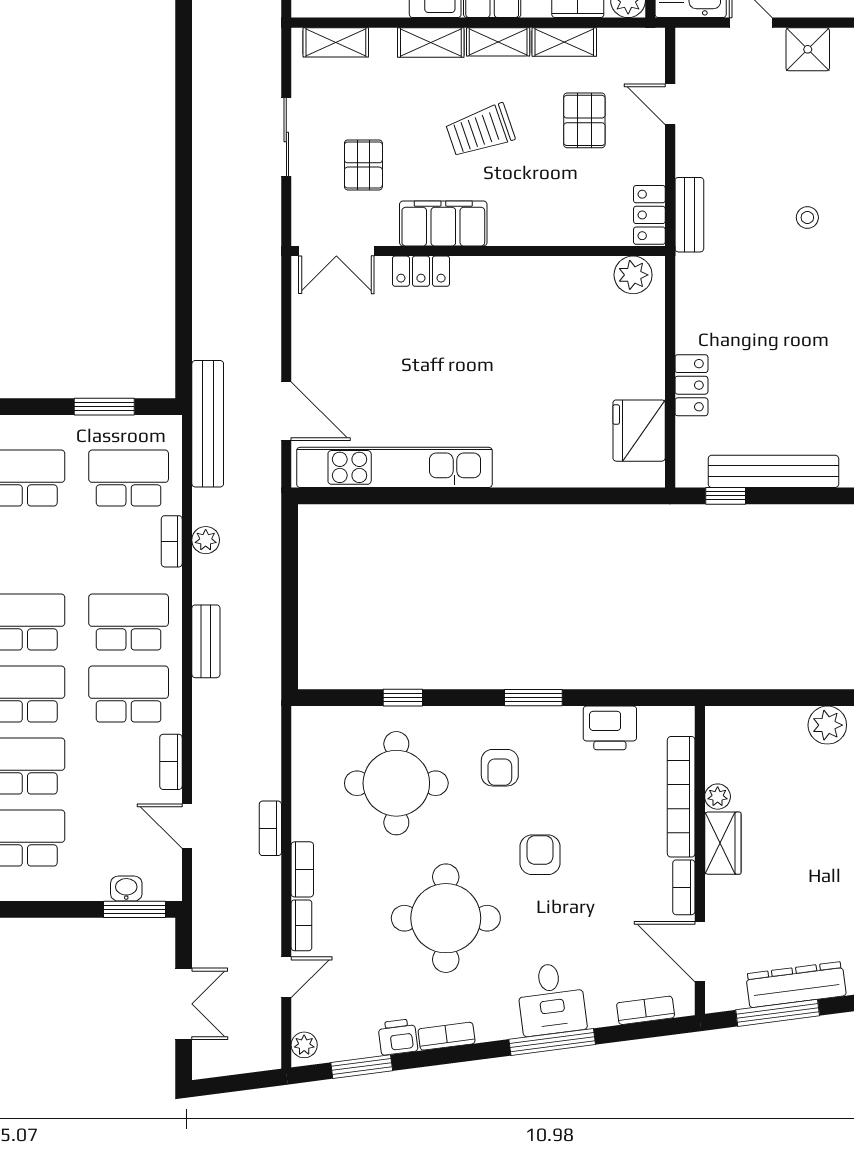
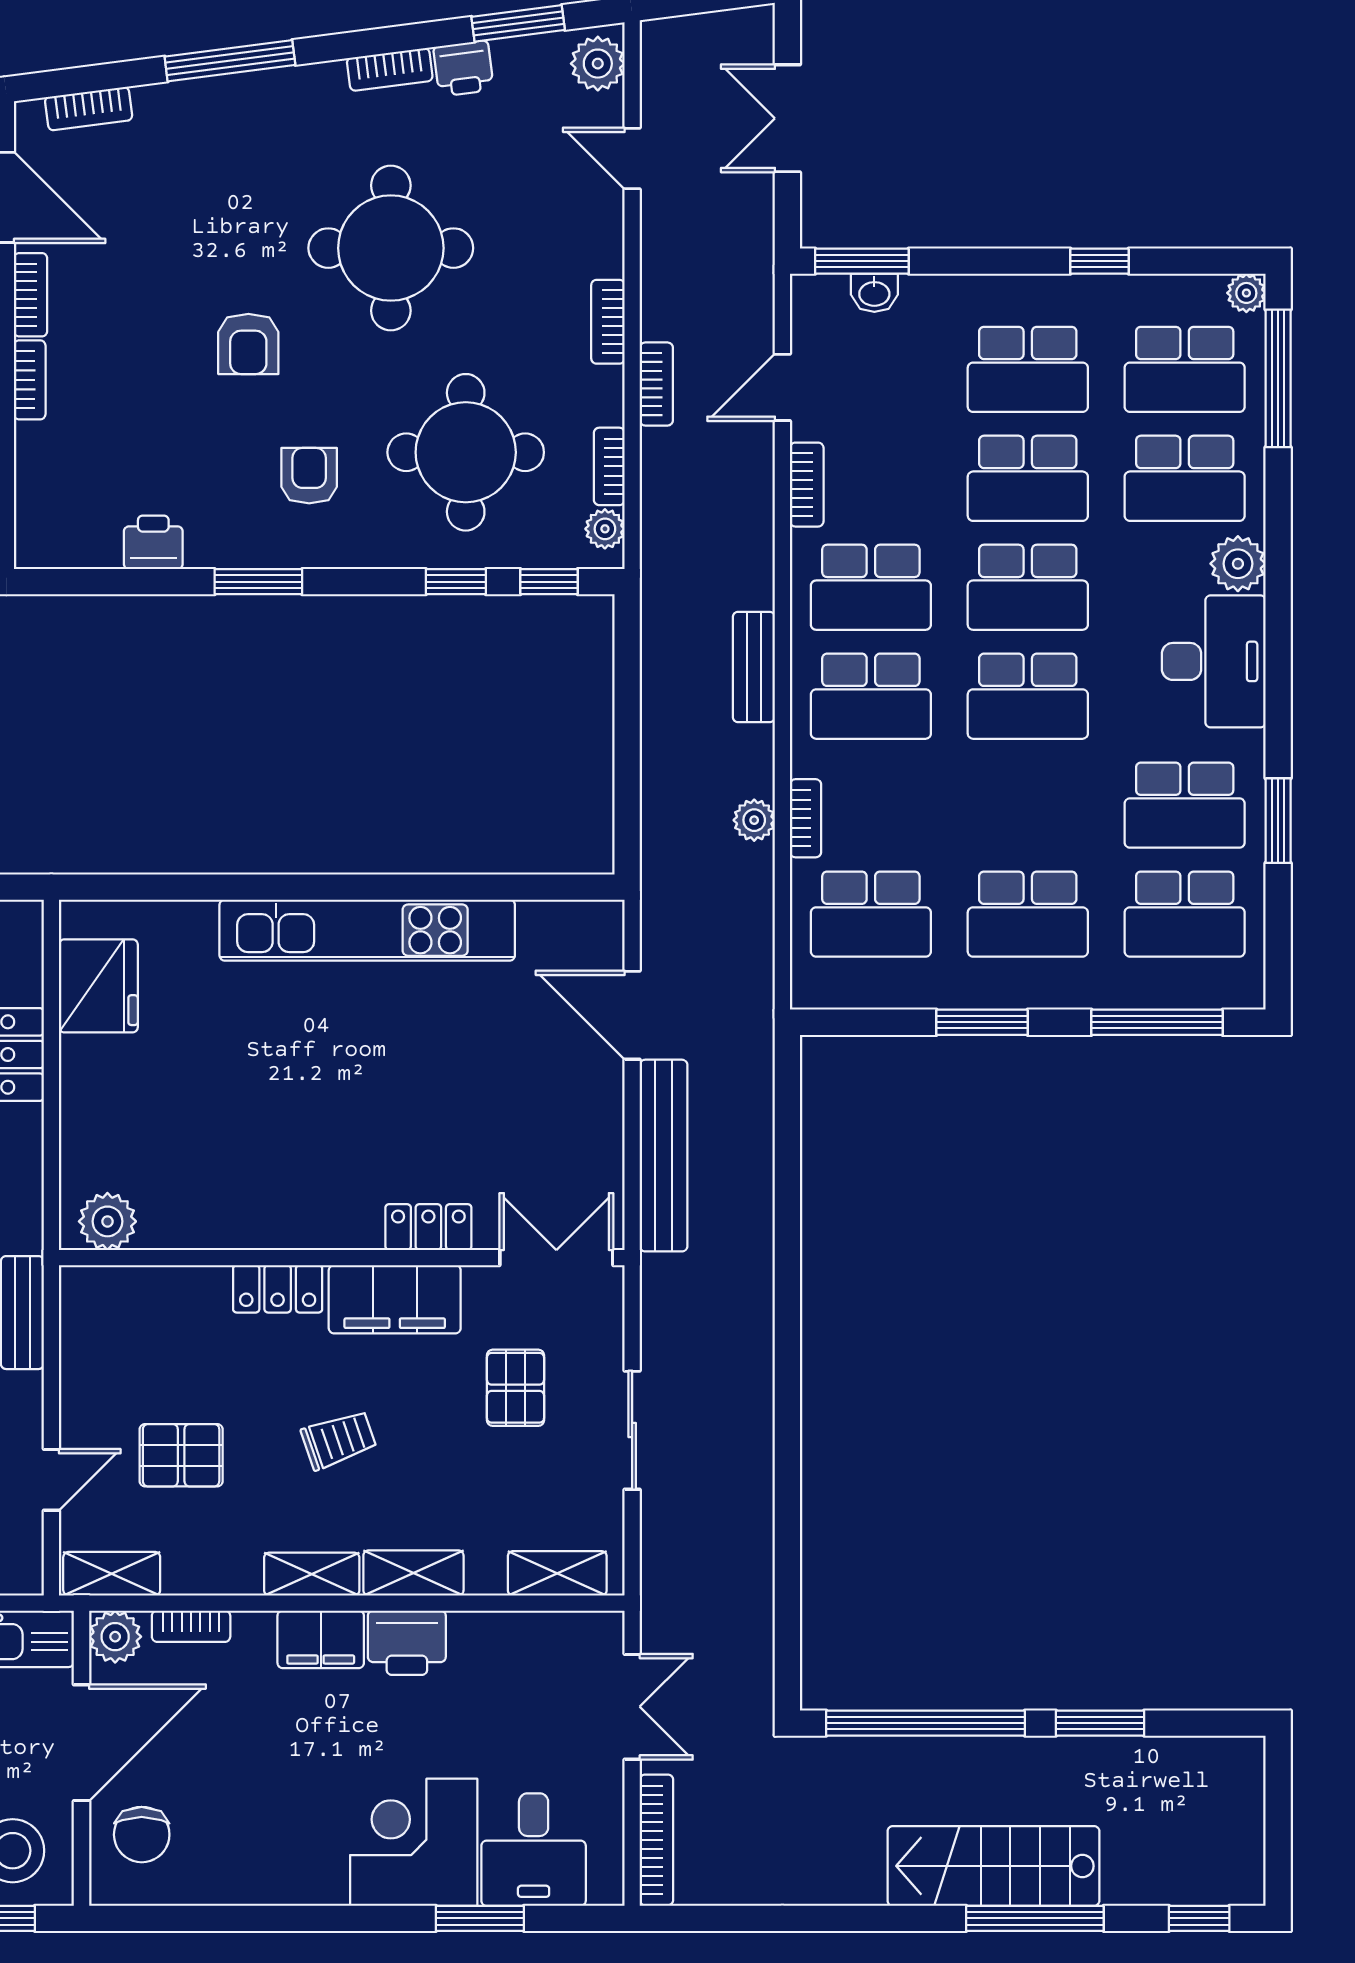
shelving: (564, 42) -> (112, 1574), moved
door: (670, 104) -> (51, 1480), hinge flipped
pallet: (584, 120) -> (181, 1455), turned 90
trolley: (480, 131) -> (339, 1440), width x0.73, depth x0.72
locker: (649, 215) -> (278, 1289), moved, turned 90
window: (104, 407) -> (982, 1022), moved
bench: (208, 424) -> (664, 1156), moved
kitchen unit: (394, 467) -> (367, 930), moved
window: (341, 698) -> (549, 582), added
printer: (610, 728) -> (153, 542), width x0.73, depth x0.81
plant: (304, 733) -> (605, 529), added
bookcase: (681, 797) -> (30, 380), width x0.43, depth x0.76
door: (187, 826) -> (782, 387), swing flipped
bookcase: (301, 925) -> (609, 466), moved
door: (286, 977) -> (632, 159), hinge flipped
desk: (551, 999) -> (231, 126), removed
plant: (304, 1045) -> (598, 64), width x1.38, depth x1.38

